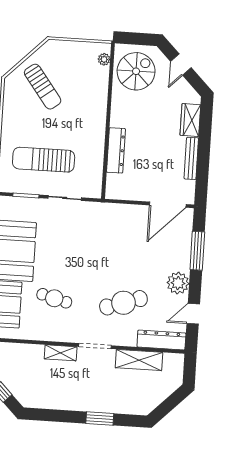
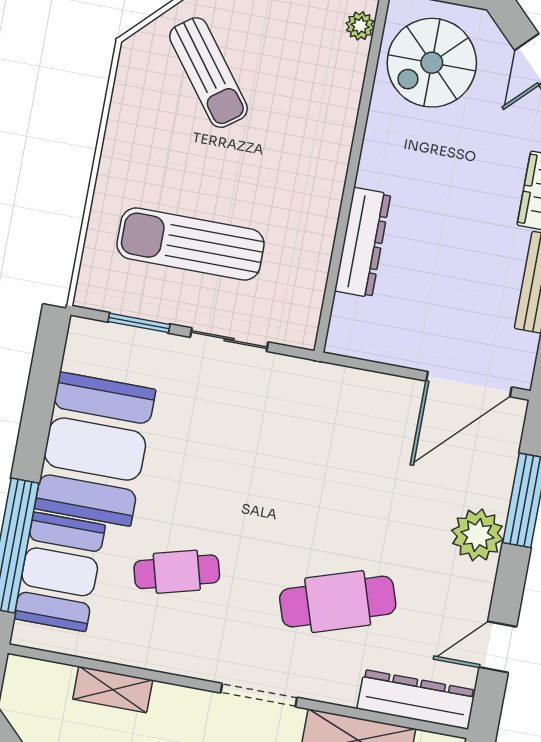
spiral stairs: (136, 71) -> (432, 63), turned 180
plant: (178, 283) -> (477, 535), moved
cafe table: (54, 298) -> (177, 572), turned -30
shelving: (61, 353) -> (113, 690), moved

